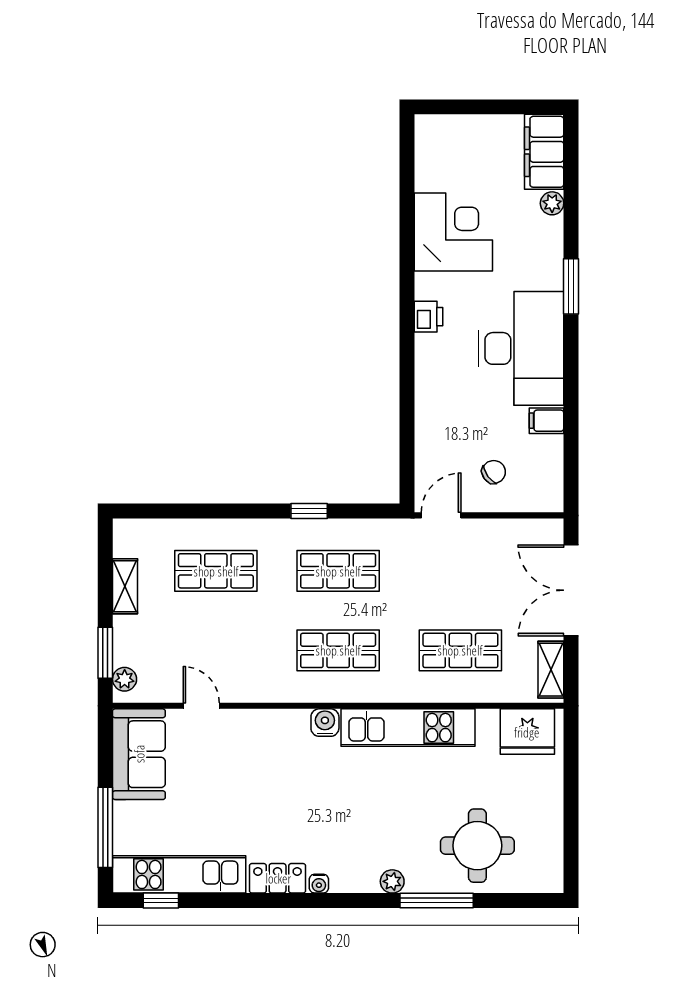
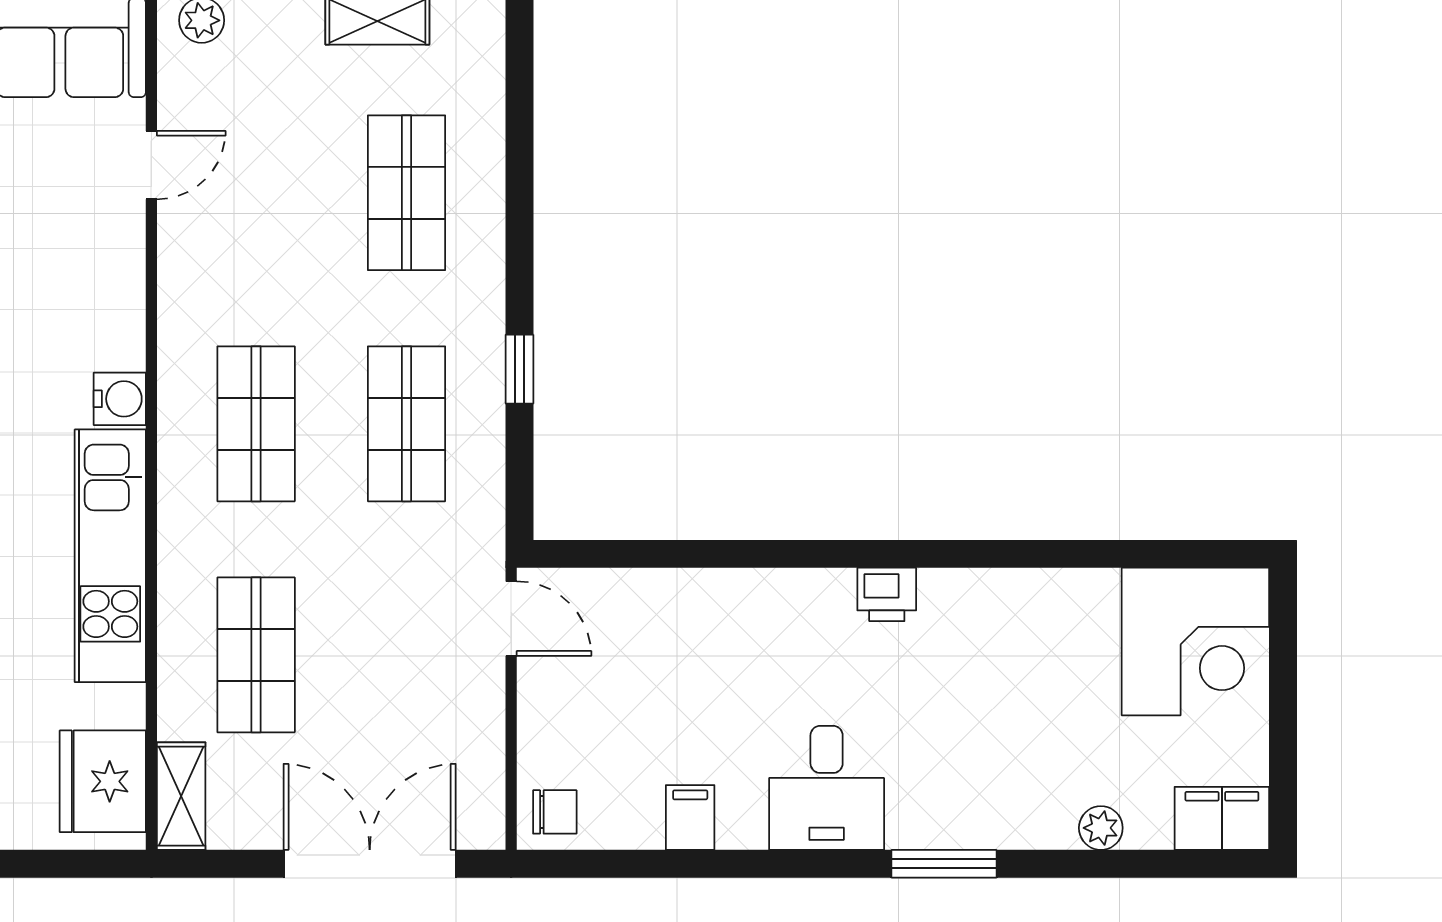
filing cabinet: (544, 152) -> (1222, 818), width x0.67, depth x0.86
corner desk: (453, 232) -> (1195, 642), moved
desk: (521, 348) -> (827, 788), width x0.53, depth x0.77
chair: (494, 472) -> (555, 812), moved, turned -54
shelving: (551, 670) -> (181, 796), moved, turned 90

